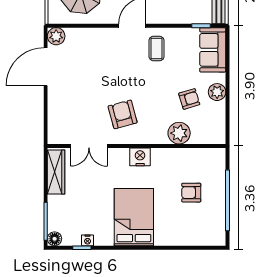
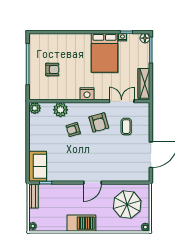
plant: (56, 36) -> (144, 175), removed
coffee table: (157, 48) -> (126, 127), moved
plant: (217, 92) -> (35, 108), moved
armchair: (189, 99) -> (73, 130), moved
bed: (134, 217) -> (105, 53), moved

